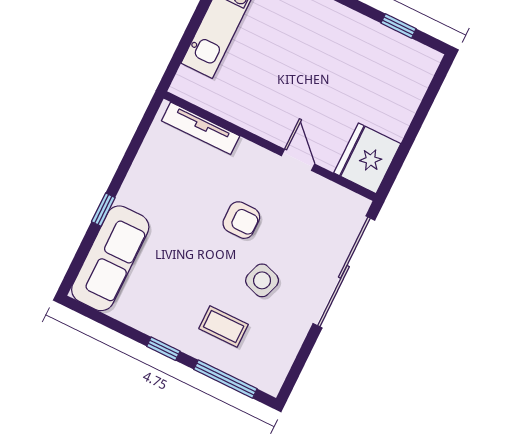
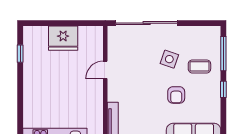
fridge: (367, 158) -> (63, 38), moved
armchair: (241, 220) -> (176, 95), moved, turned 180
coffee table: (224, 327) -> (199, 66), turned 90

